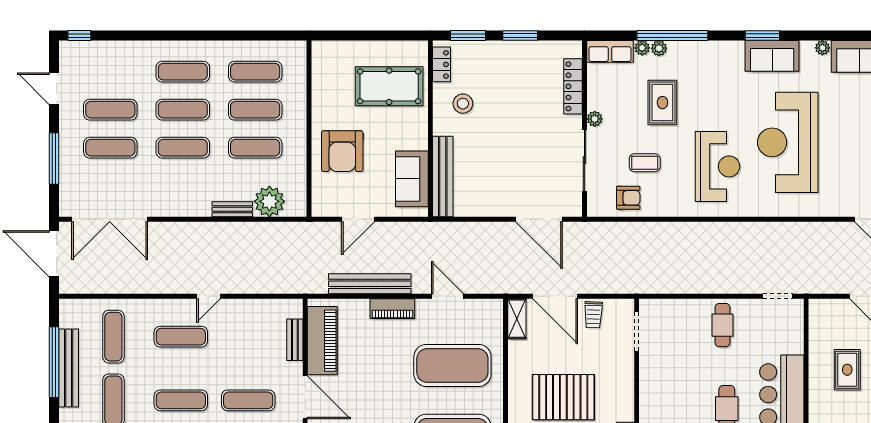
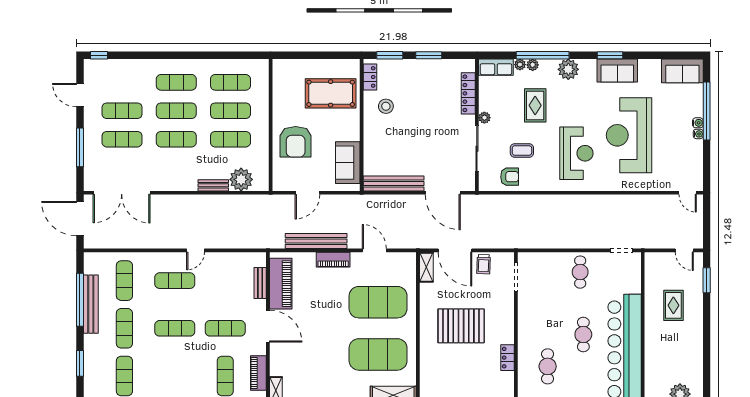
plant: (822, 48) -> (568, 69), moved, width x1.87, depth x1.87
bench: (443, 176) -> (394, 184), moved, turned 90

